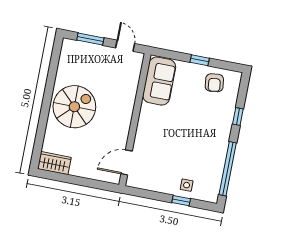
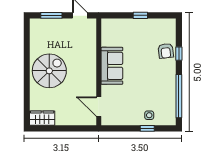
sofa: (159, 81) -> (112, 66), moved
armchair: (214, 83) -> (166, 51), moved
door: (127, 162) -> (99, 107), hinge flipped

